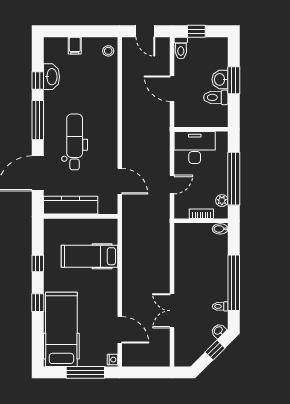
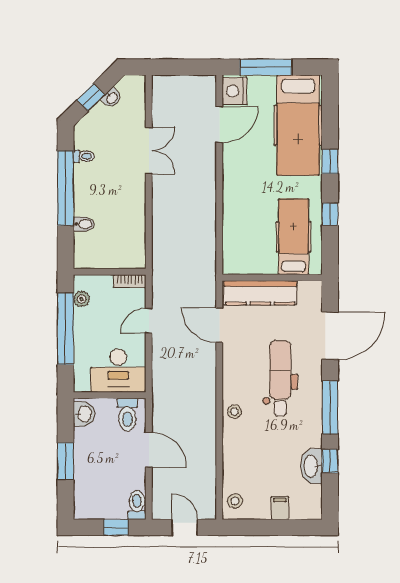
washbasin: (220, 79) -> (84, 414), moved
toilet: (216, 97) -> (127, 415), moved, turned 90
stool: (109, 117) -> (234, 412), added
dental chair: (75, 142) -> (280, 378), turned 180
kitchen counter: (71, 205) -> (260, 293), moved
bookcase: (201, 214) -> (130, 281), moved
bidet: (220, 229) -> (84, 224), moved
hospital bed: (90, 256) -> (294, 237), moved, turned -90
door: (120, 330) -> (219, 125), swing flipped
washbasin: (218, 331) -> (112, 98), moved
nightstand: (113, 360) -> (235, 91), width x1.89, depth x1.79

